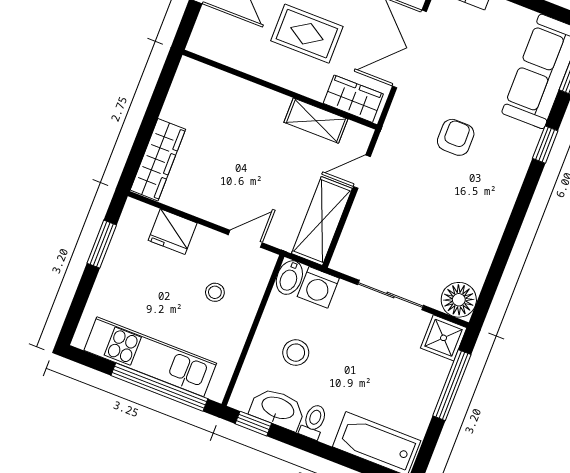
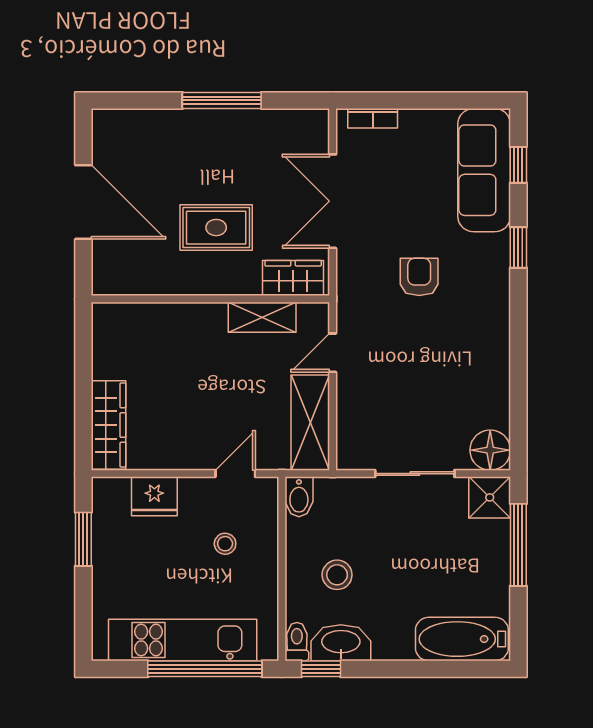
washing machine: (318, 287) -> (334, 495), removed
toilet: (314, 422) -> (297, 642), moved

